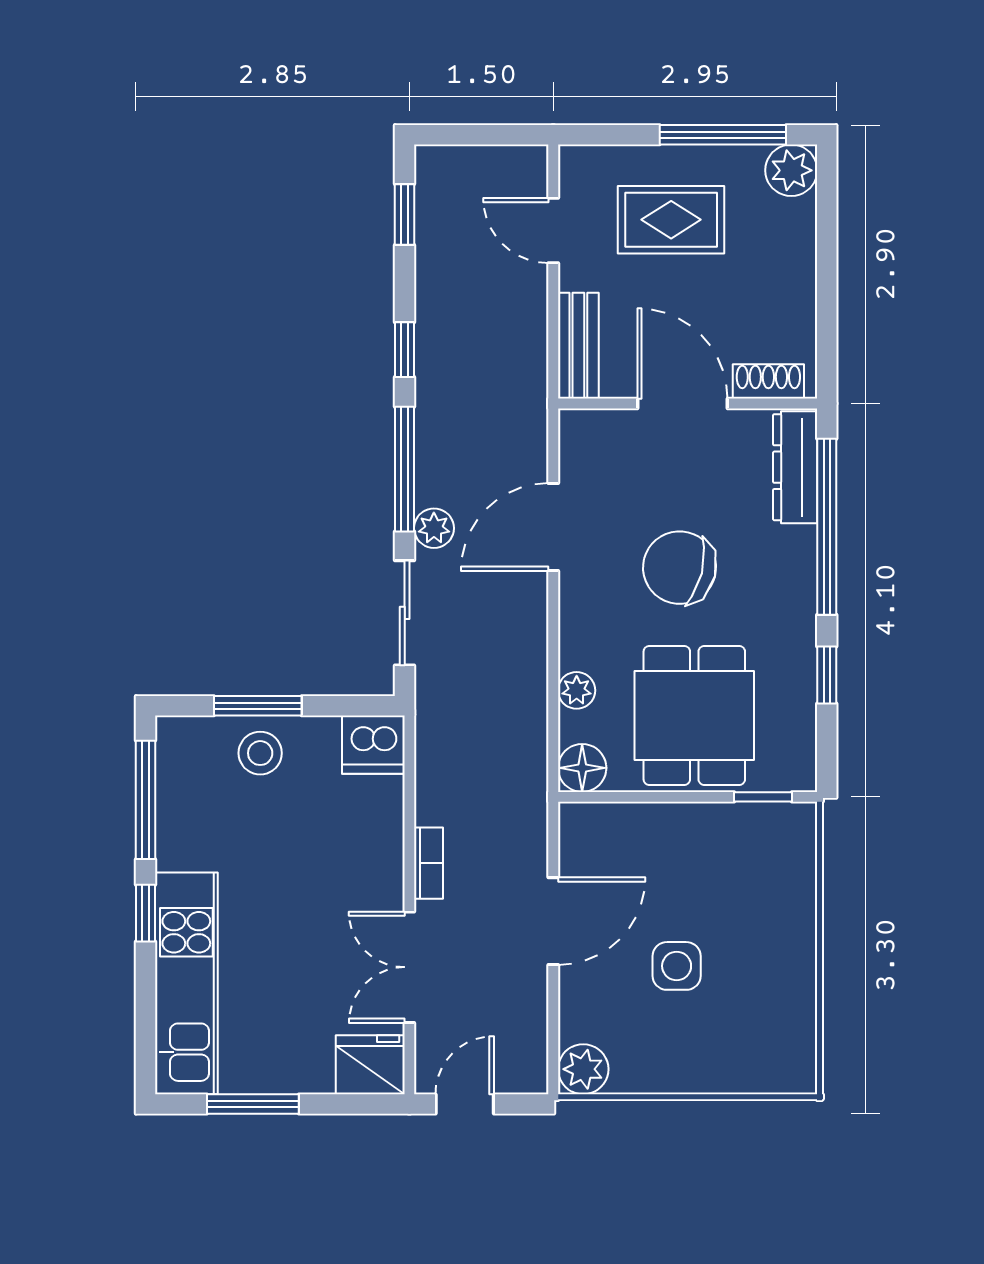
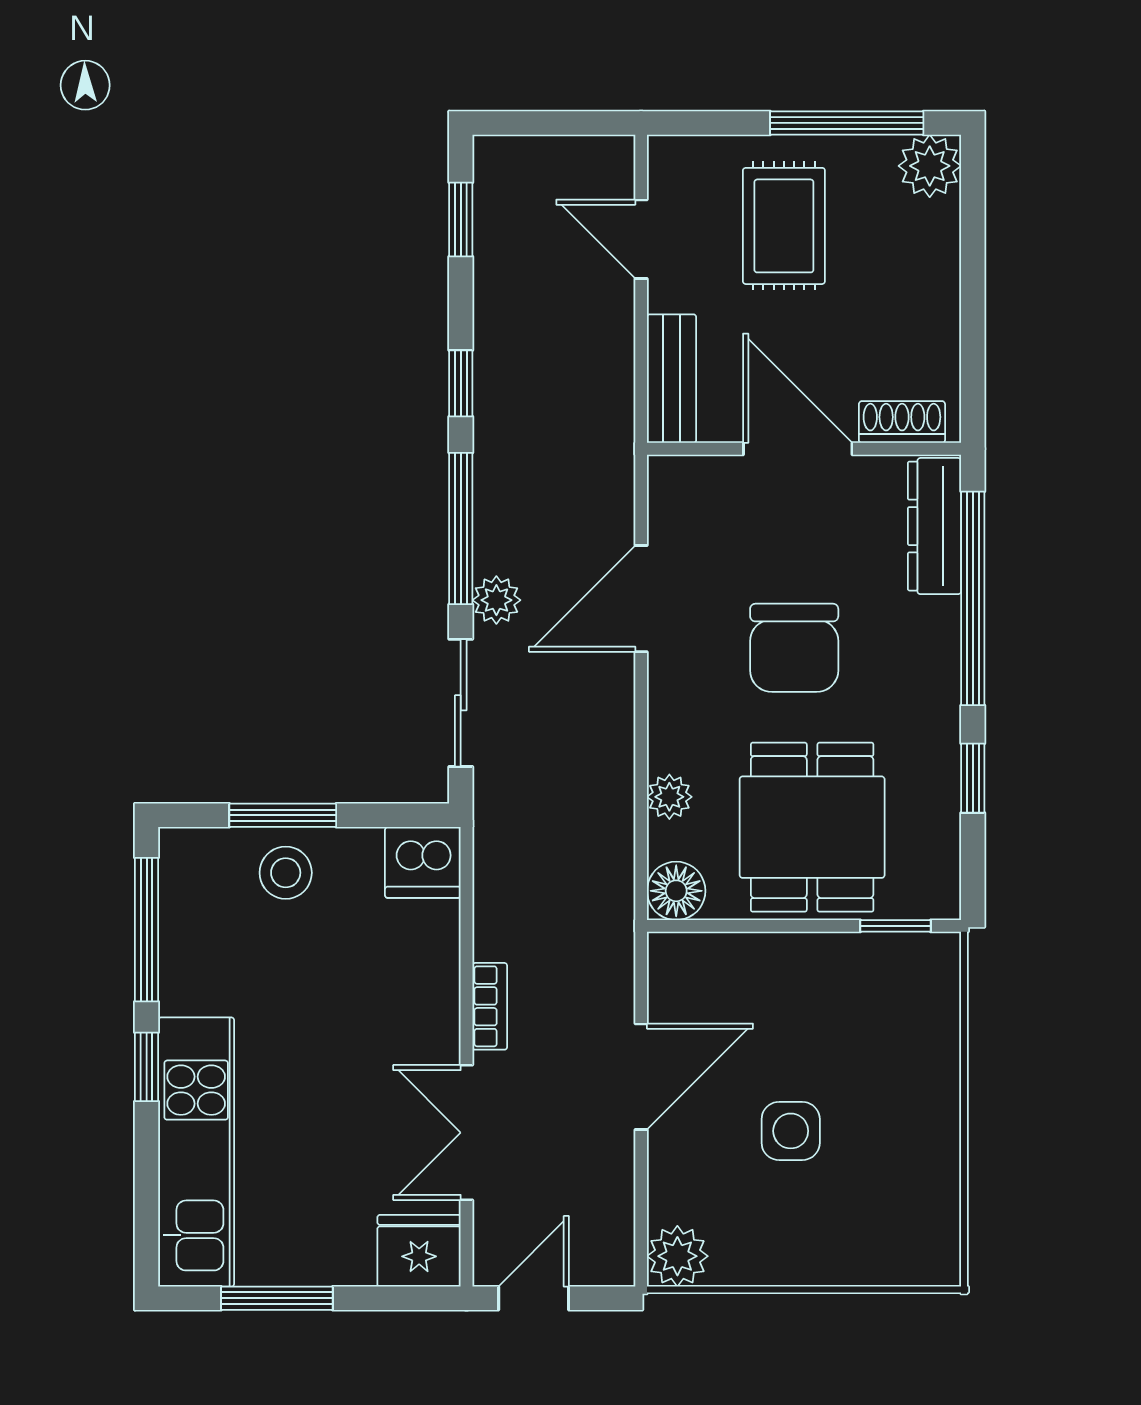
rug: (671, 220) -> (784, 226), turned 90
chair: (680, 568) -> (794, 648), turned -104

